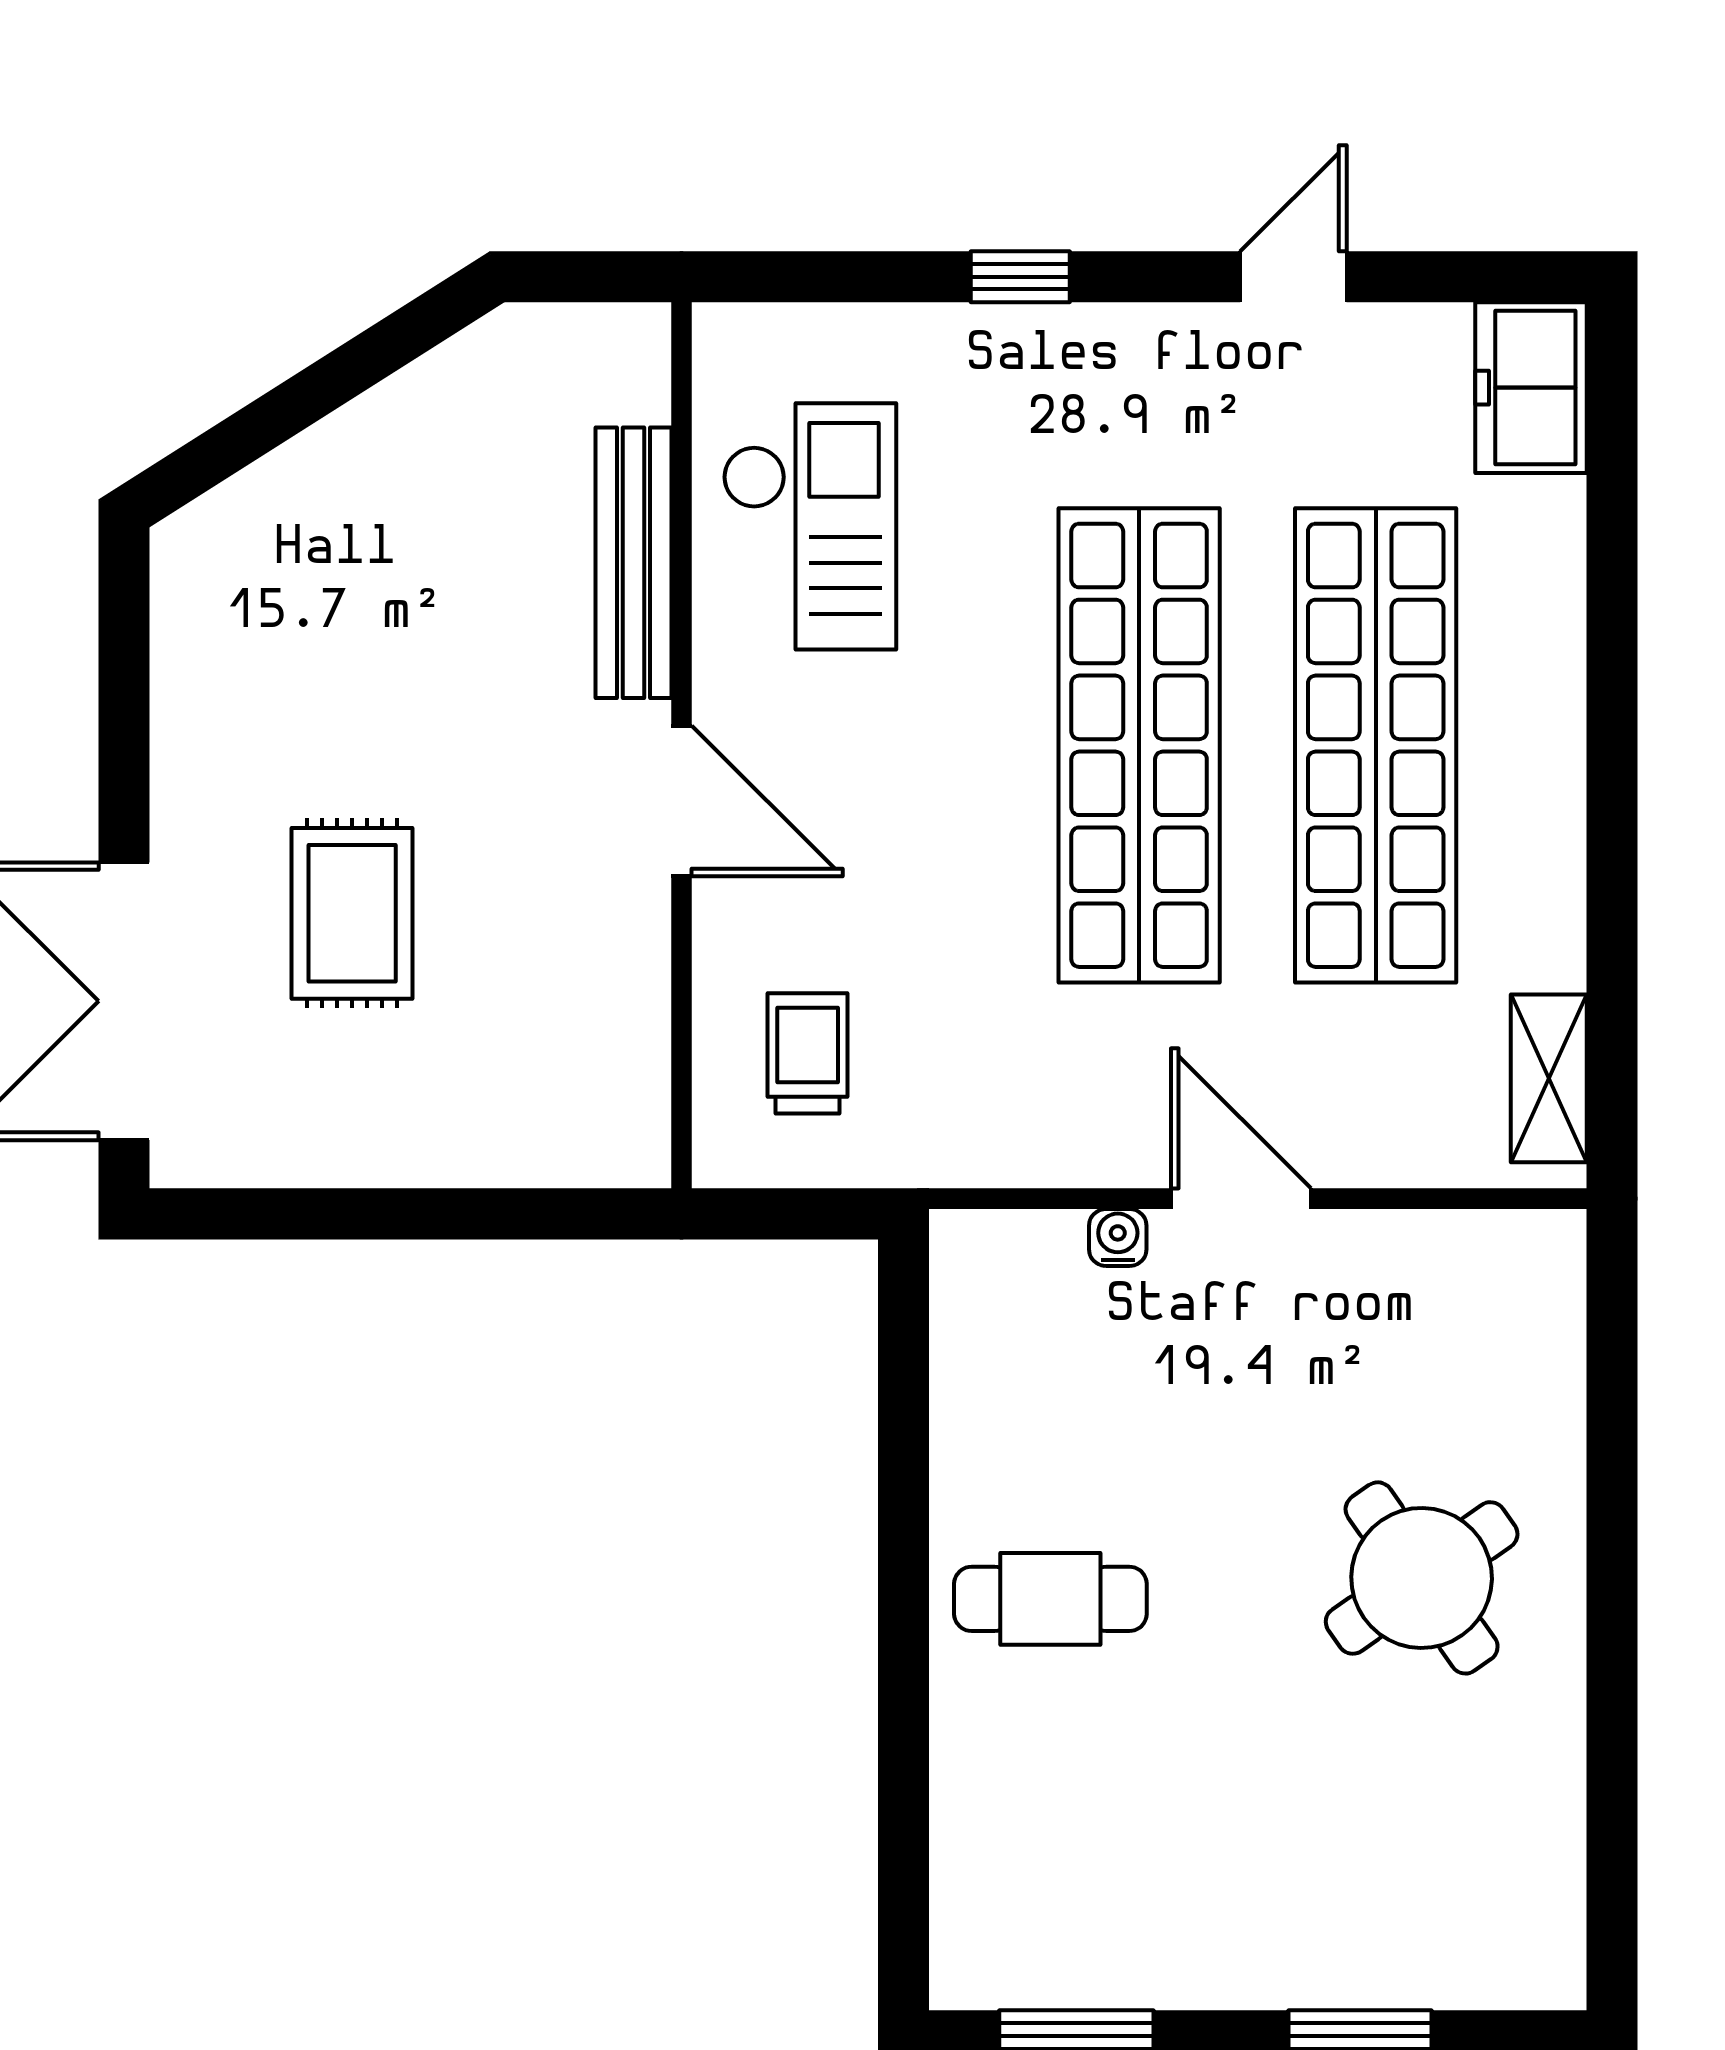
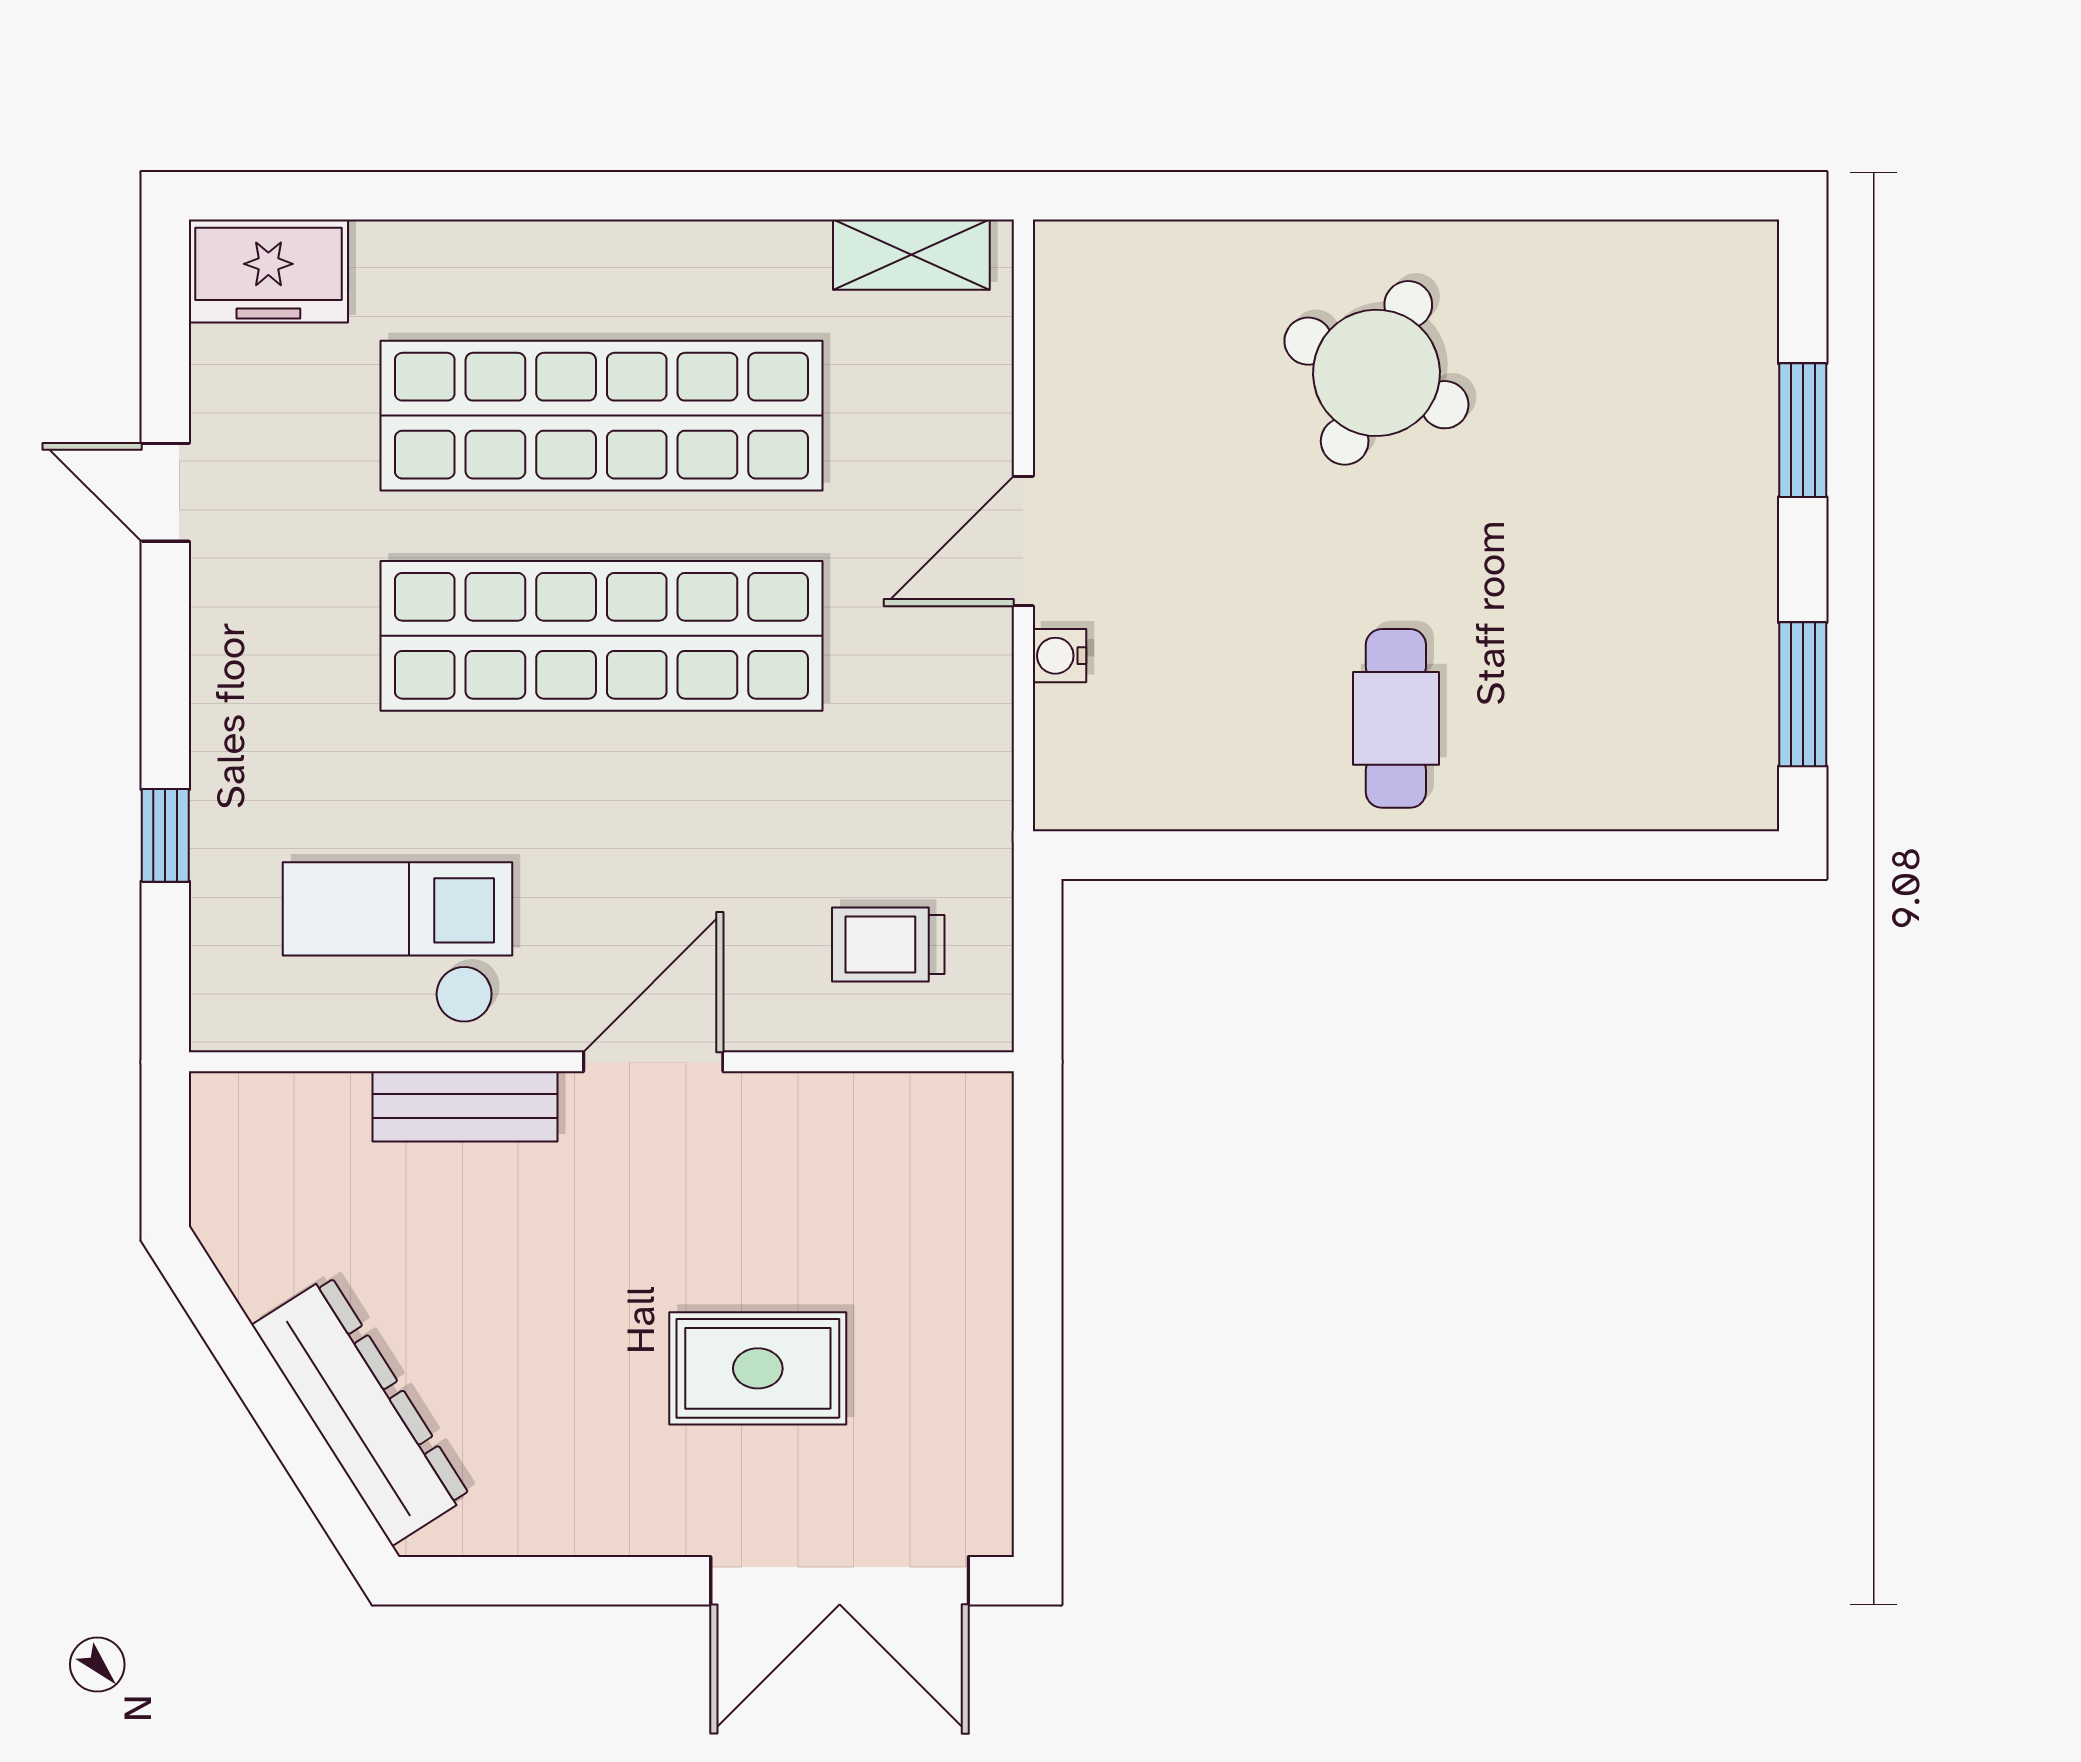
window: (1020, 277) -> (165, 835), moved
dresser: (307, 487) -> (361, 1410), added
bench: (633, 563) -> (465, 1106), width x0.73
round table: (1422, 1578) -> (1376, 373), turned -30

